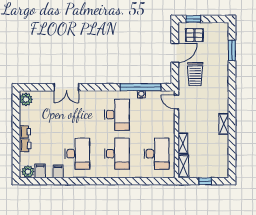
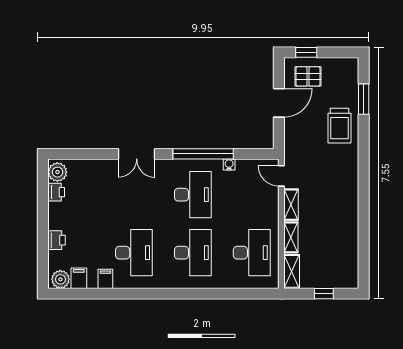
trolley: (195, 74) -> (340, 126), moved
double door: (66, 87) -> (137, 154), moved
window: (141, 87) -> (203, 154), moved
shelving: (224, 124) -> (291, 205), moved
printer: (25, 132) -> (56, 192), moved

